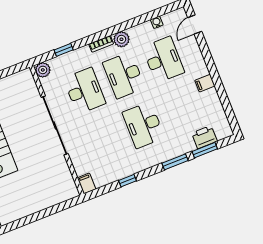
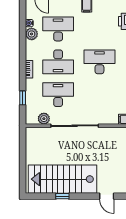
plant: (121, 39) -> (32, 34), moved
plant: (43, 70) -> (44, 119), moved
desk: (143, 125) -> (99, 62), turned 180

